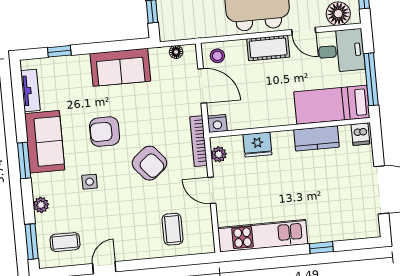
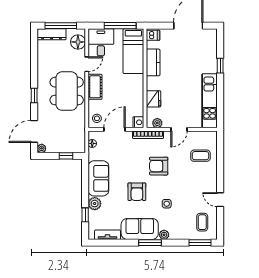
plant: (79, 65) -> (95, 204), added
armchair: (149, 163) -> (159, 166), turned -140
plant: (41, 205) -> (164, 235), moved

